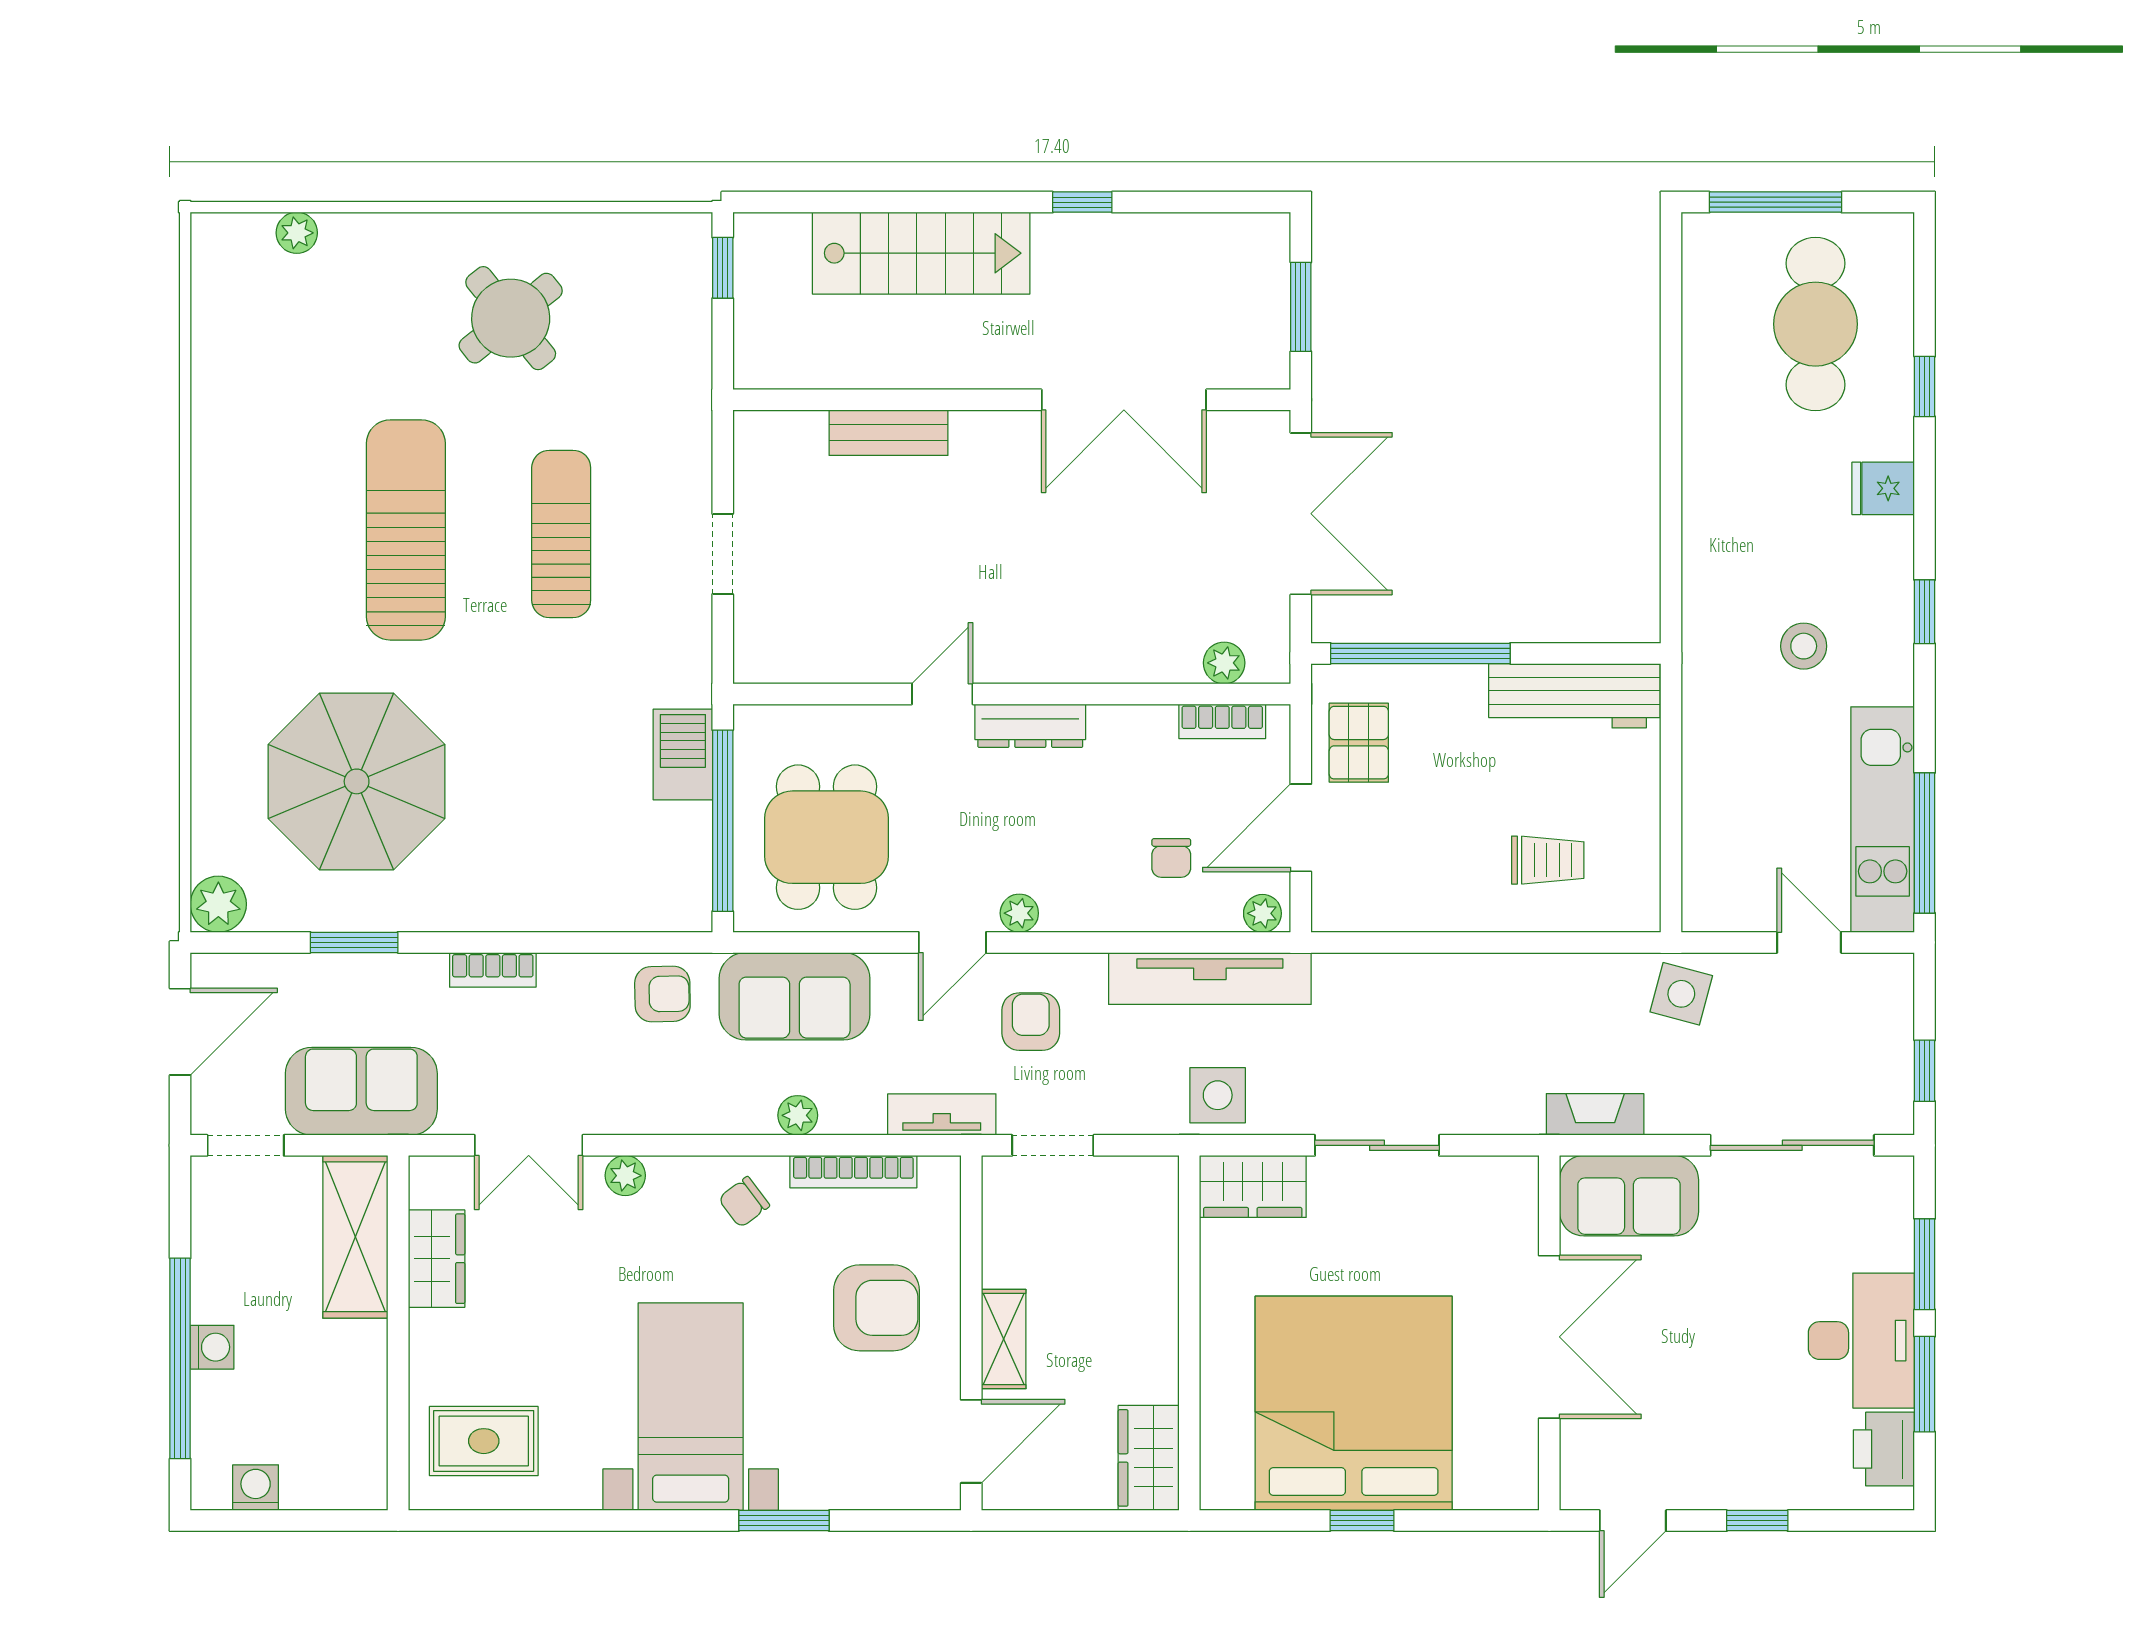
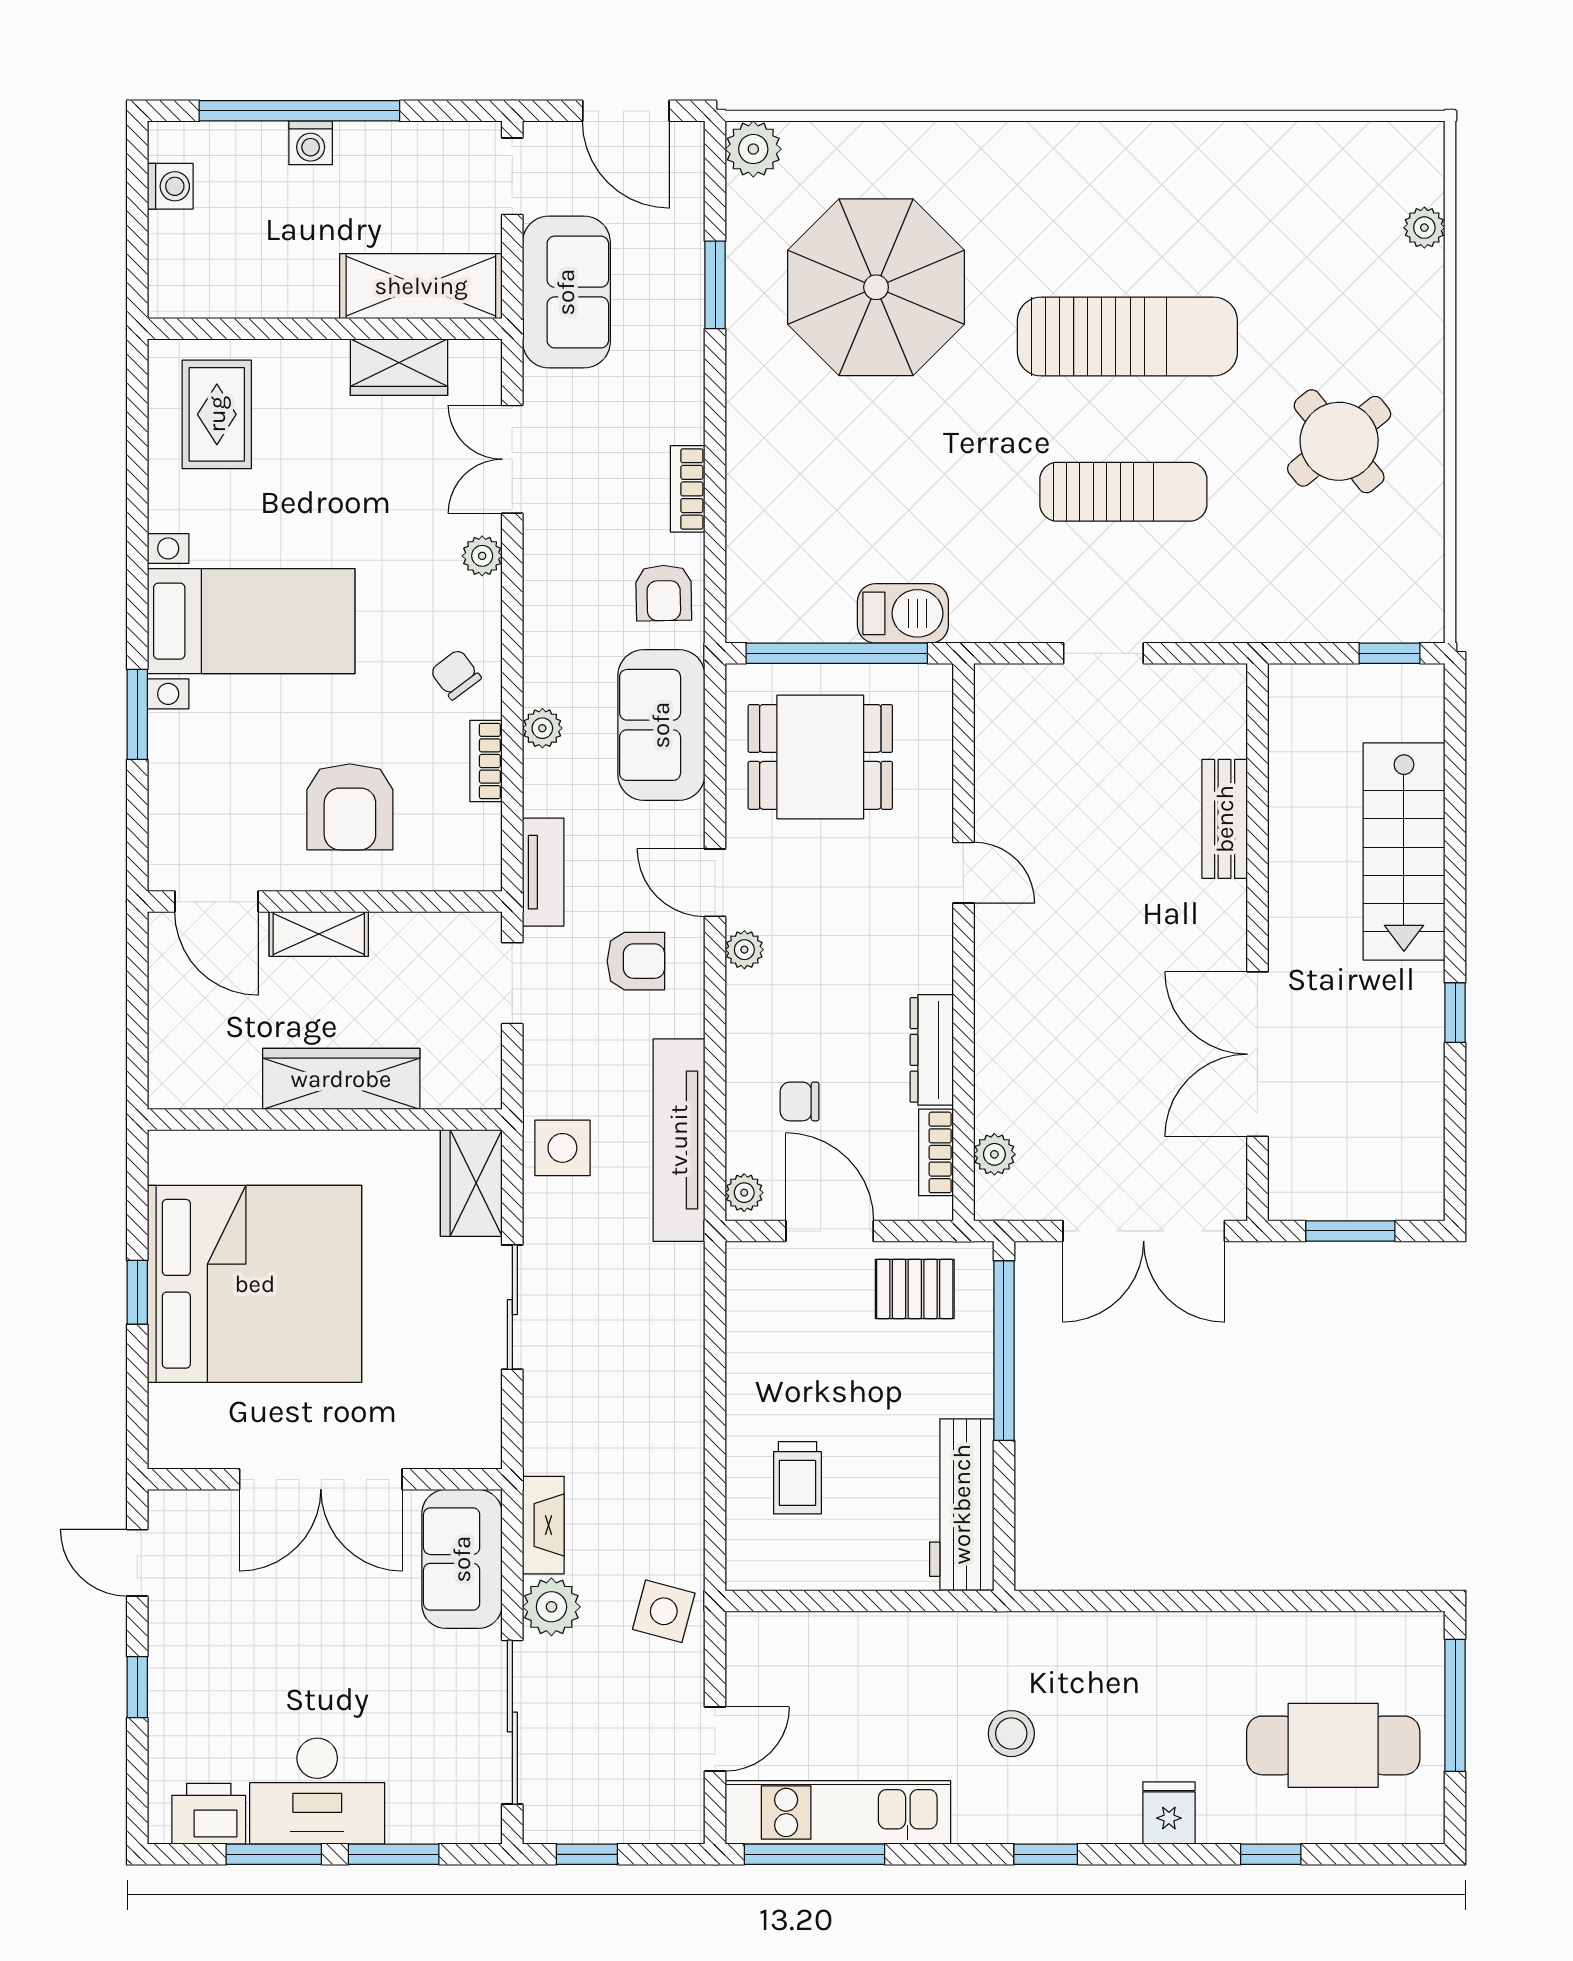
dresser: (1030, 726) -> (932, 1050), moved
bookcase: (493, 970) -> (688, 489), moved
plant: (1677, 1106) -> (551, 1607), added
bookcase: (853, 1172) -> (486, 761), width x0.64
wardrobe: (1149, 1458) -> (341, 1079), moved, width x1.50

